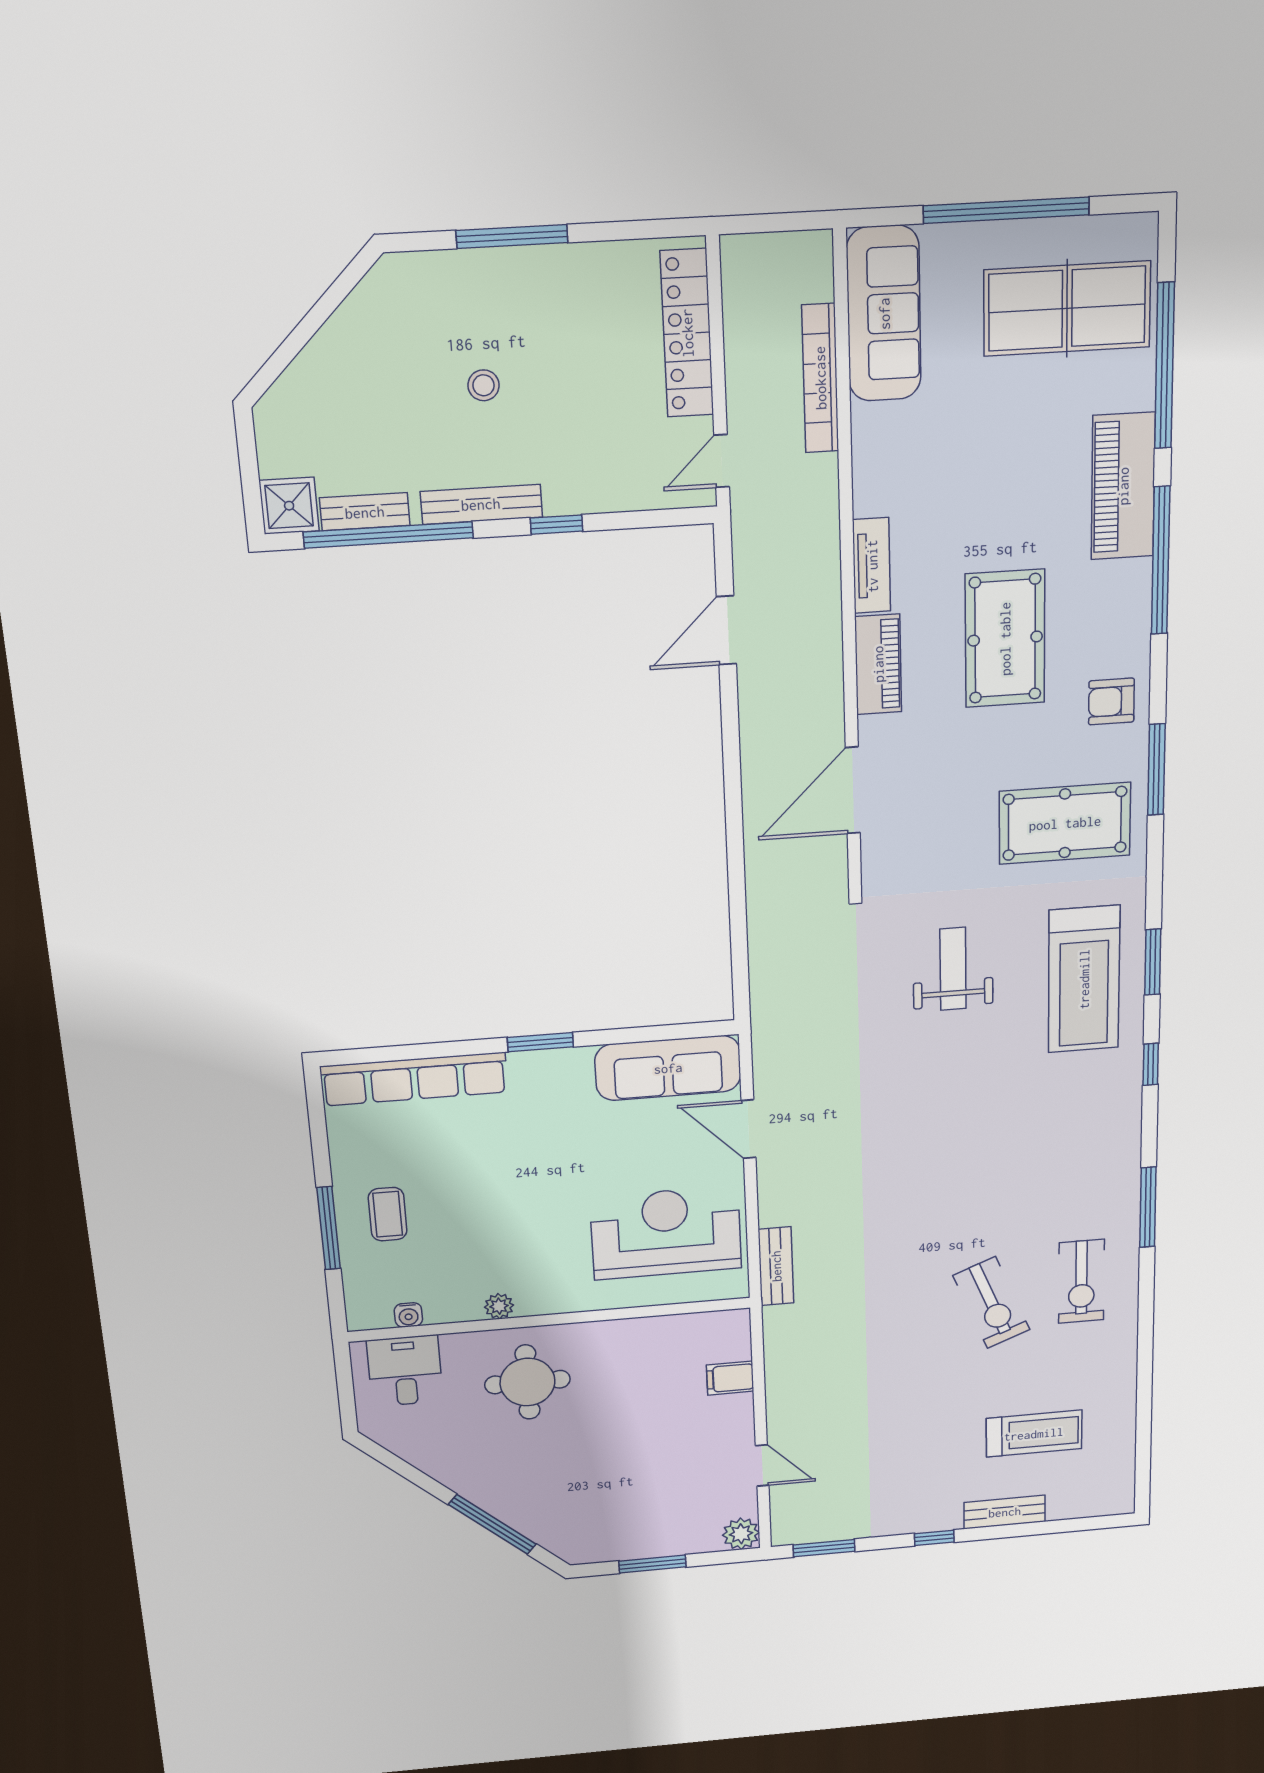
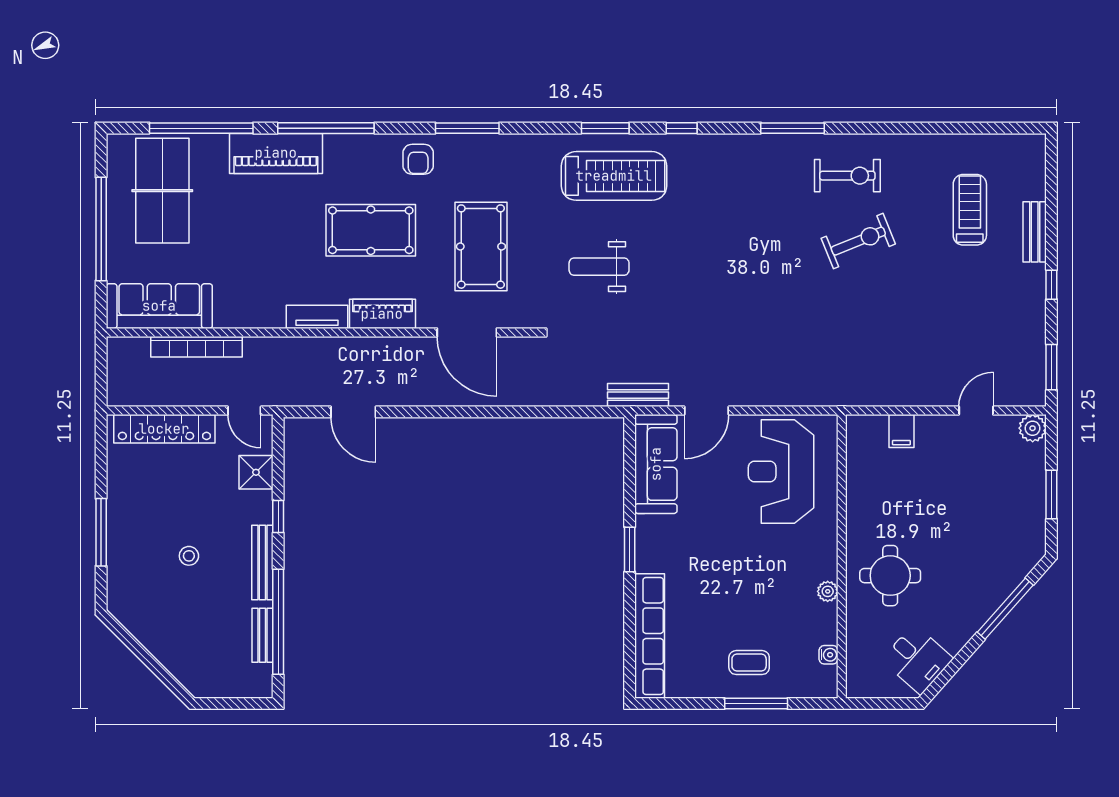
shower: (289, 506) -> (256, 472), moved
pool table: (1065, 823) -> (481, 247), moved
bench: (776, 1266) -> (638, 395), moved
desk: (405, 1371) -> (917, 659), moved, turned -138

